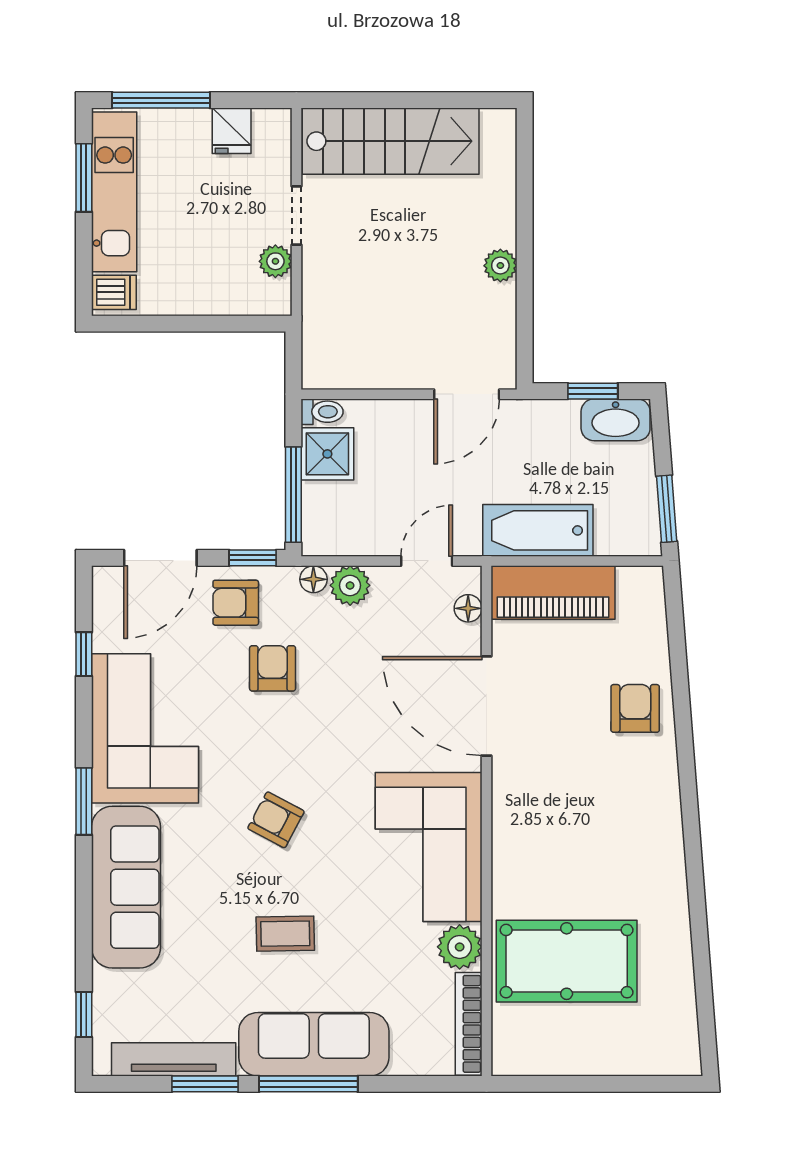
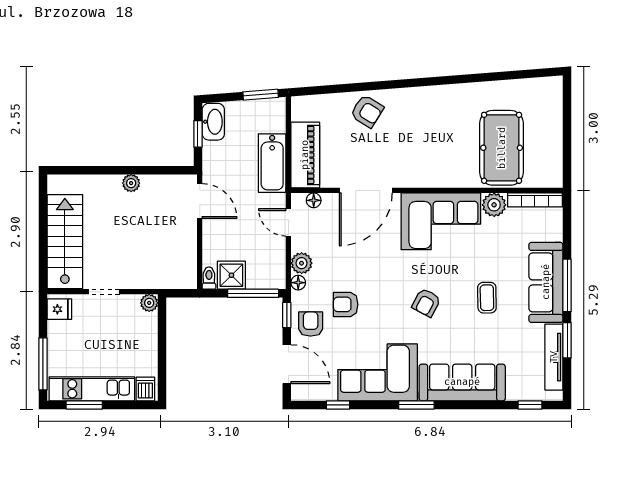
fridge: (232, 131) -> (59, 309), moved
plant: (275, 261) -> (149, 303), moved
armchair: (236, 603) -> (311, 324), turned 180
armchair: (635, 708) -> (367, 111), turned -148

